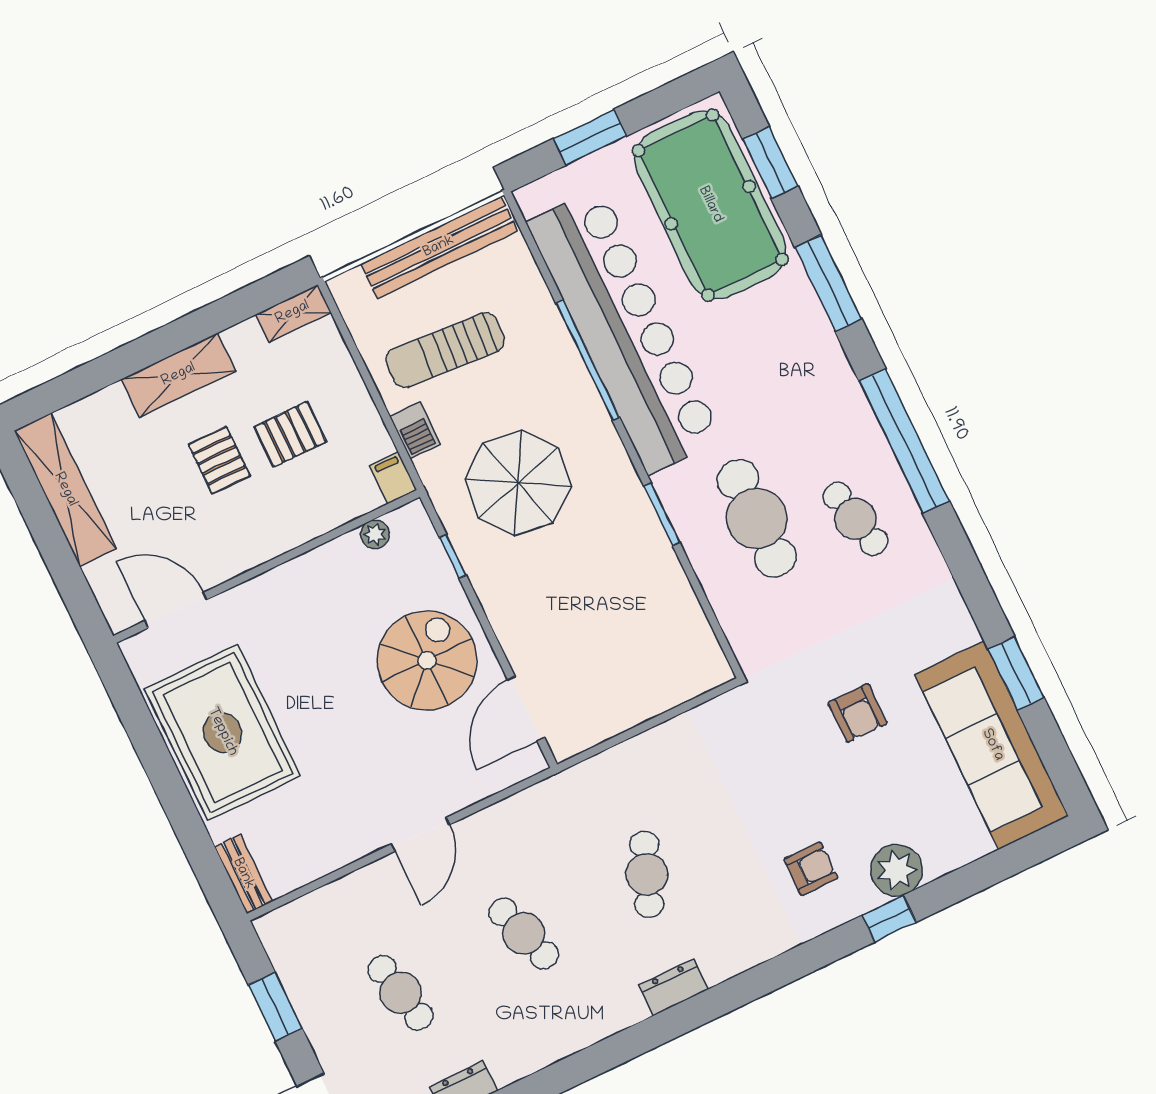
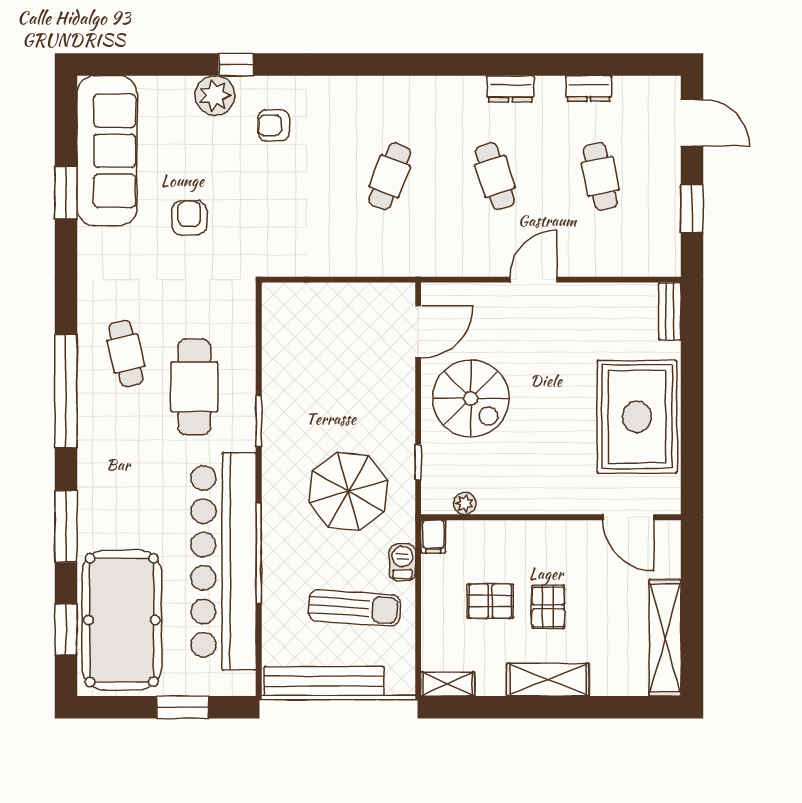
spiral stairs: (427, 660) -> (471, 398), turned -90
dresser: (674, 987) -> (510, 89), moved

